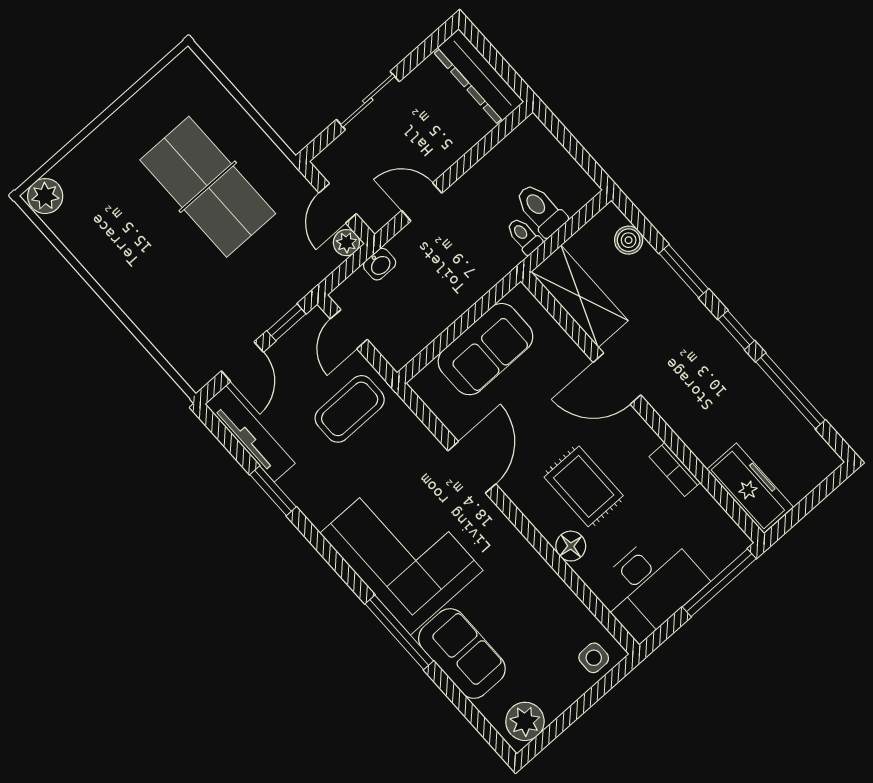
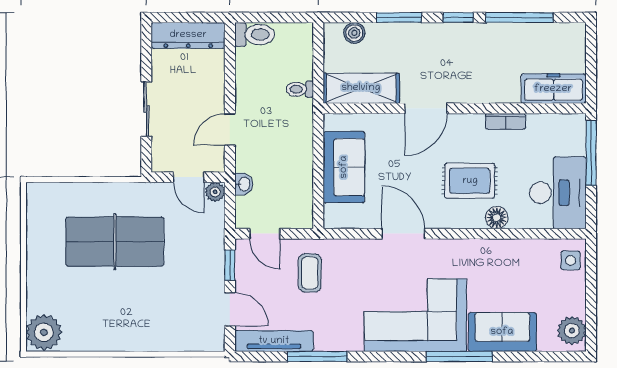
plant: (45, 196) -> (44, 332), width x1.36, depth x1.36
toilet: (541, 210) -> (255, 34), moved, turned 180
coffee table: (350, 409) -> (310, 273), width x0.73, depth x0.77
window: (273, 491) -> (317, 357), width x1.44

